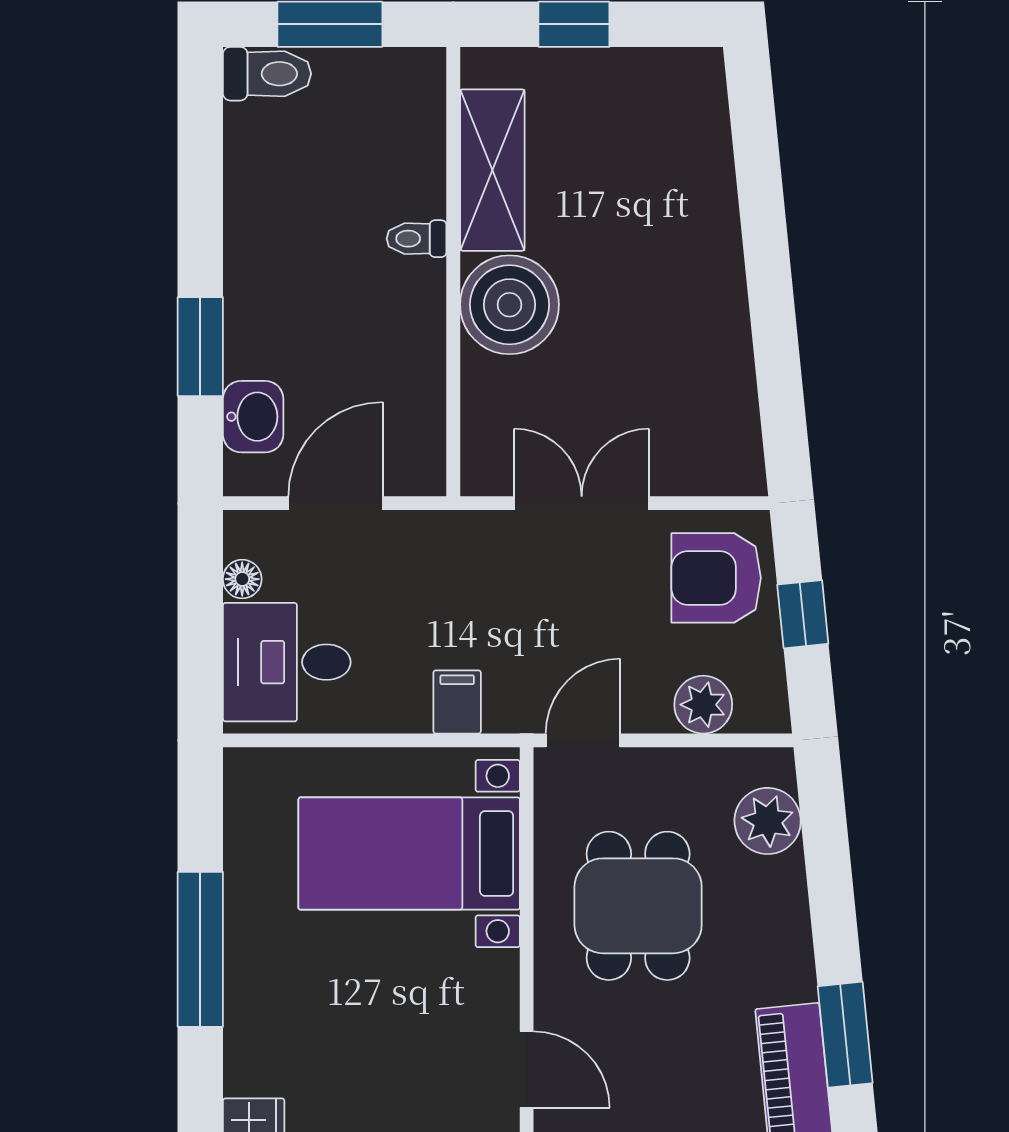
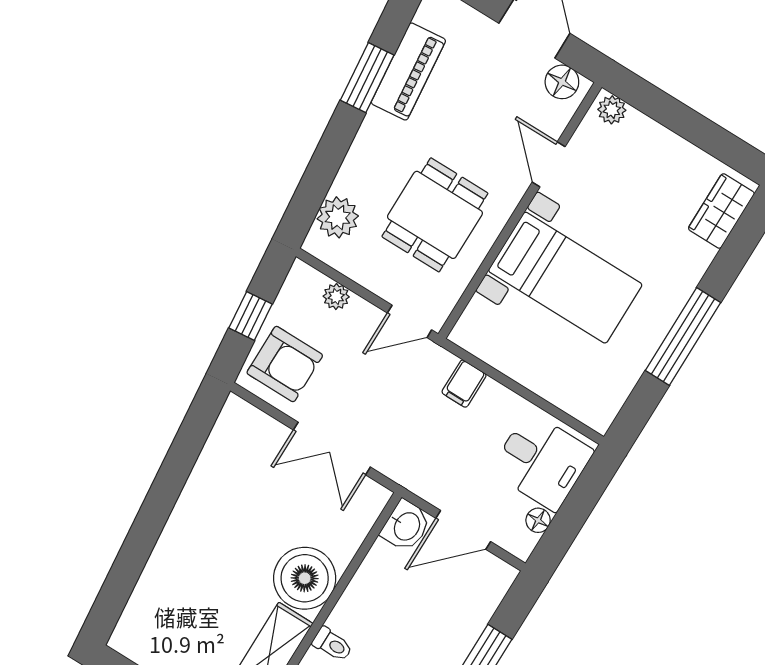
washbasin: (253, 417) -> (406, 526), moved, turned 180
plant: (703, 705) -> (336, 297), width x0.73, depth x0.73
bed with nightstands: (409, 854) -> (565, 278), moved

